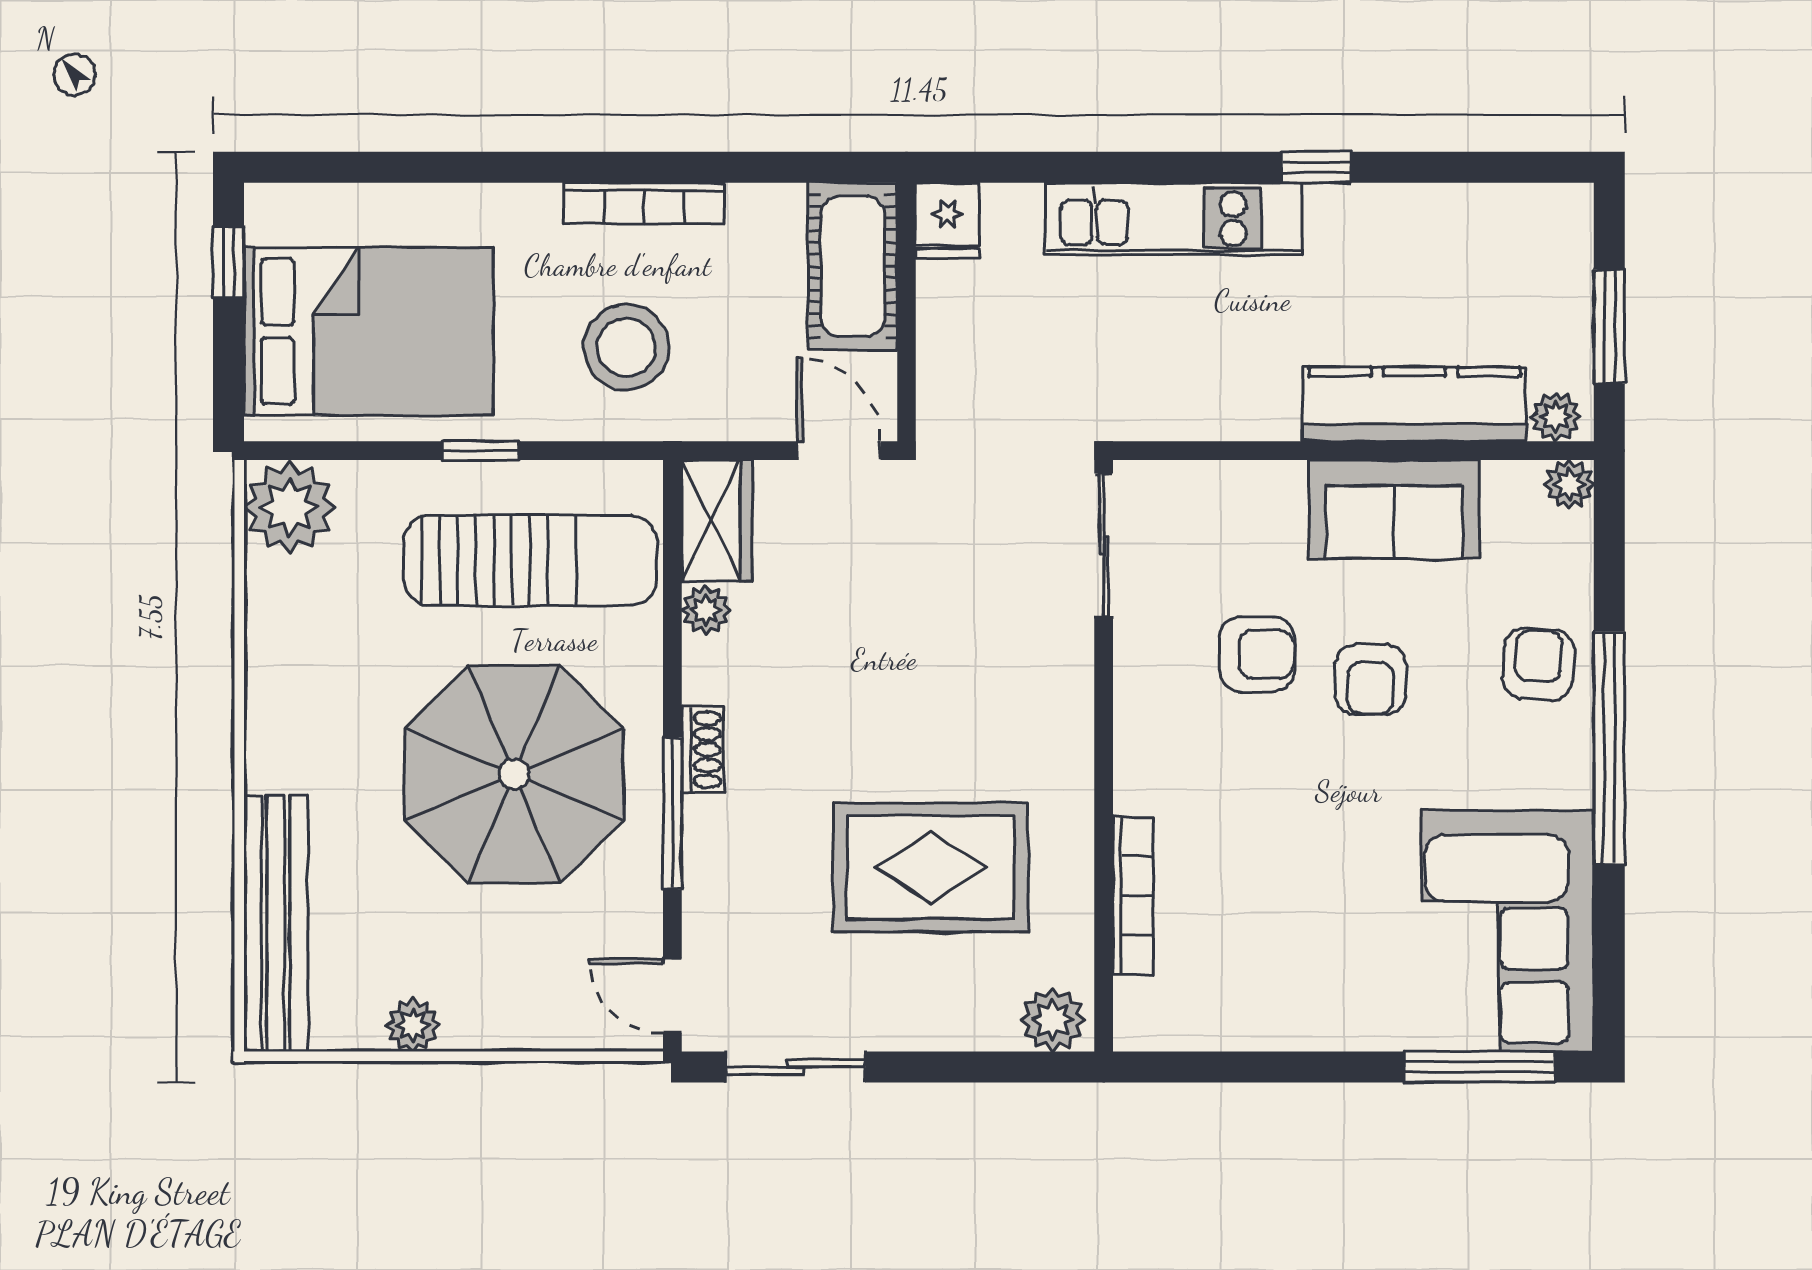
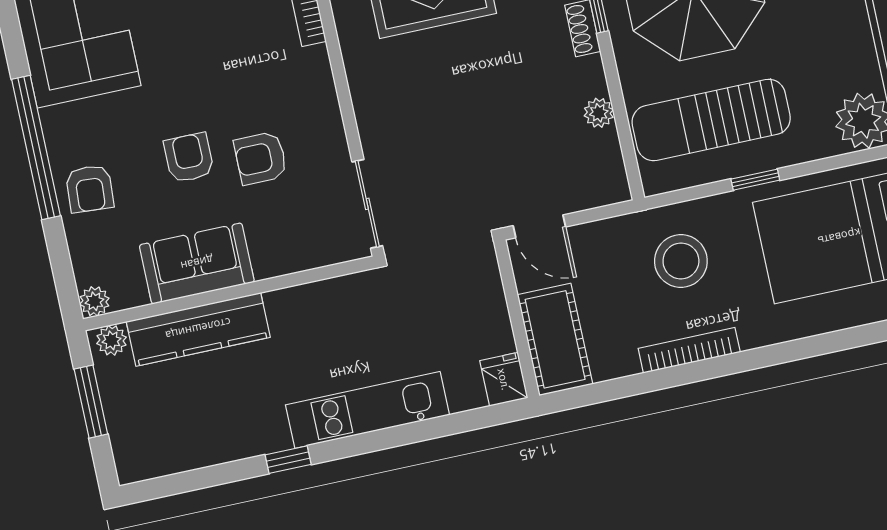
wardrobe: (717, 520) -> (604, 168), removed

